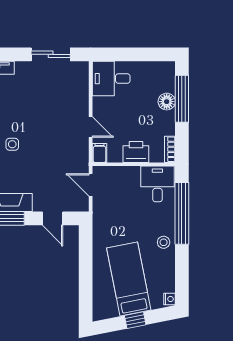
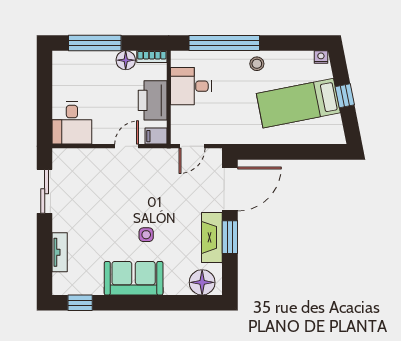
floor lamp: (167, 102) -> (126, 60), moved
printer: (136, 152) -> (153, 100), width x1.37, depth x1.19
desk: (157, 184) -> (191, 86), moved
door: (53, 218) -> (230, 189), width x1.88

